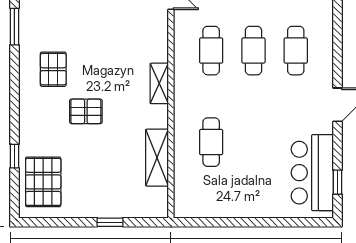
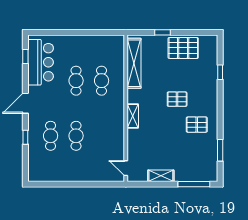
window: (338, 48) -> (25, 137), added
cafe table: (211, 51) -> (76, 81), moved
pallet: (53, 69) -> (197, 125), turned 90
shelving: (157, 158) -> (134, 63), width x1.47
pallet: (43, 182) -> (183, 48), moved, turned 90

